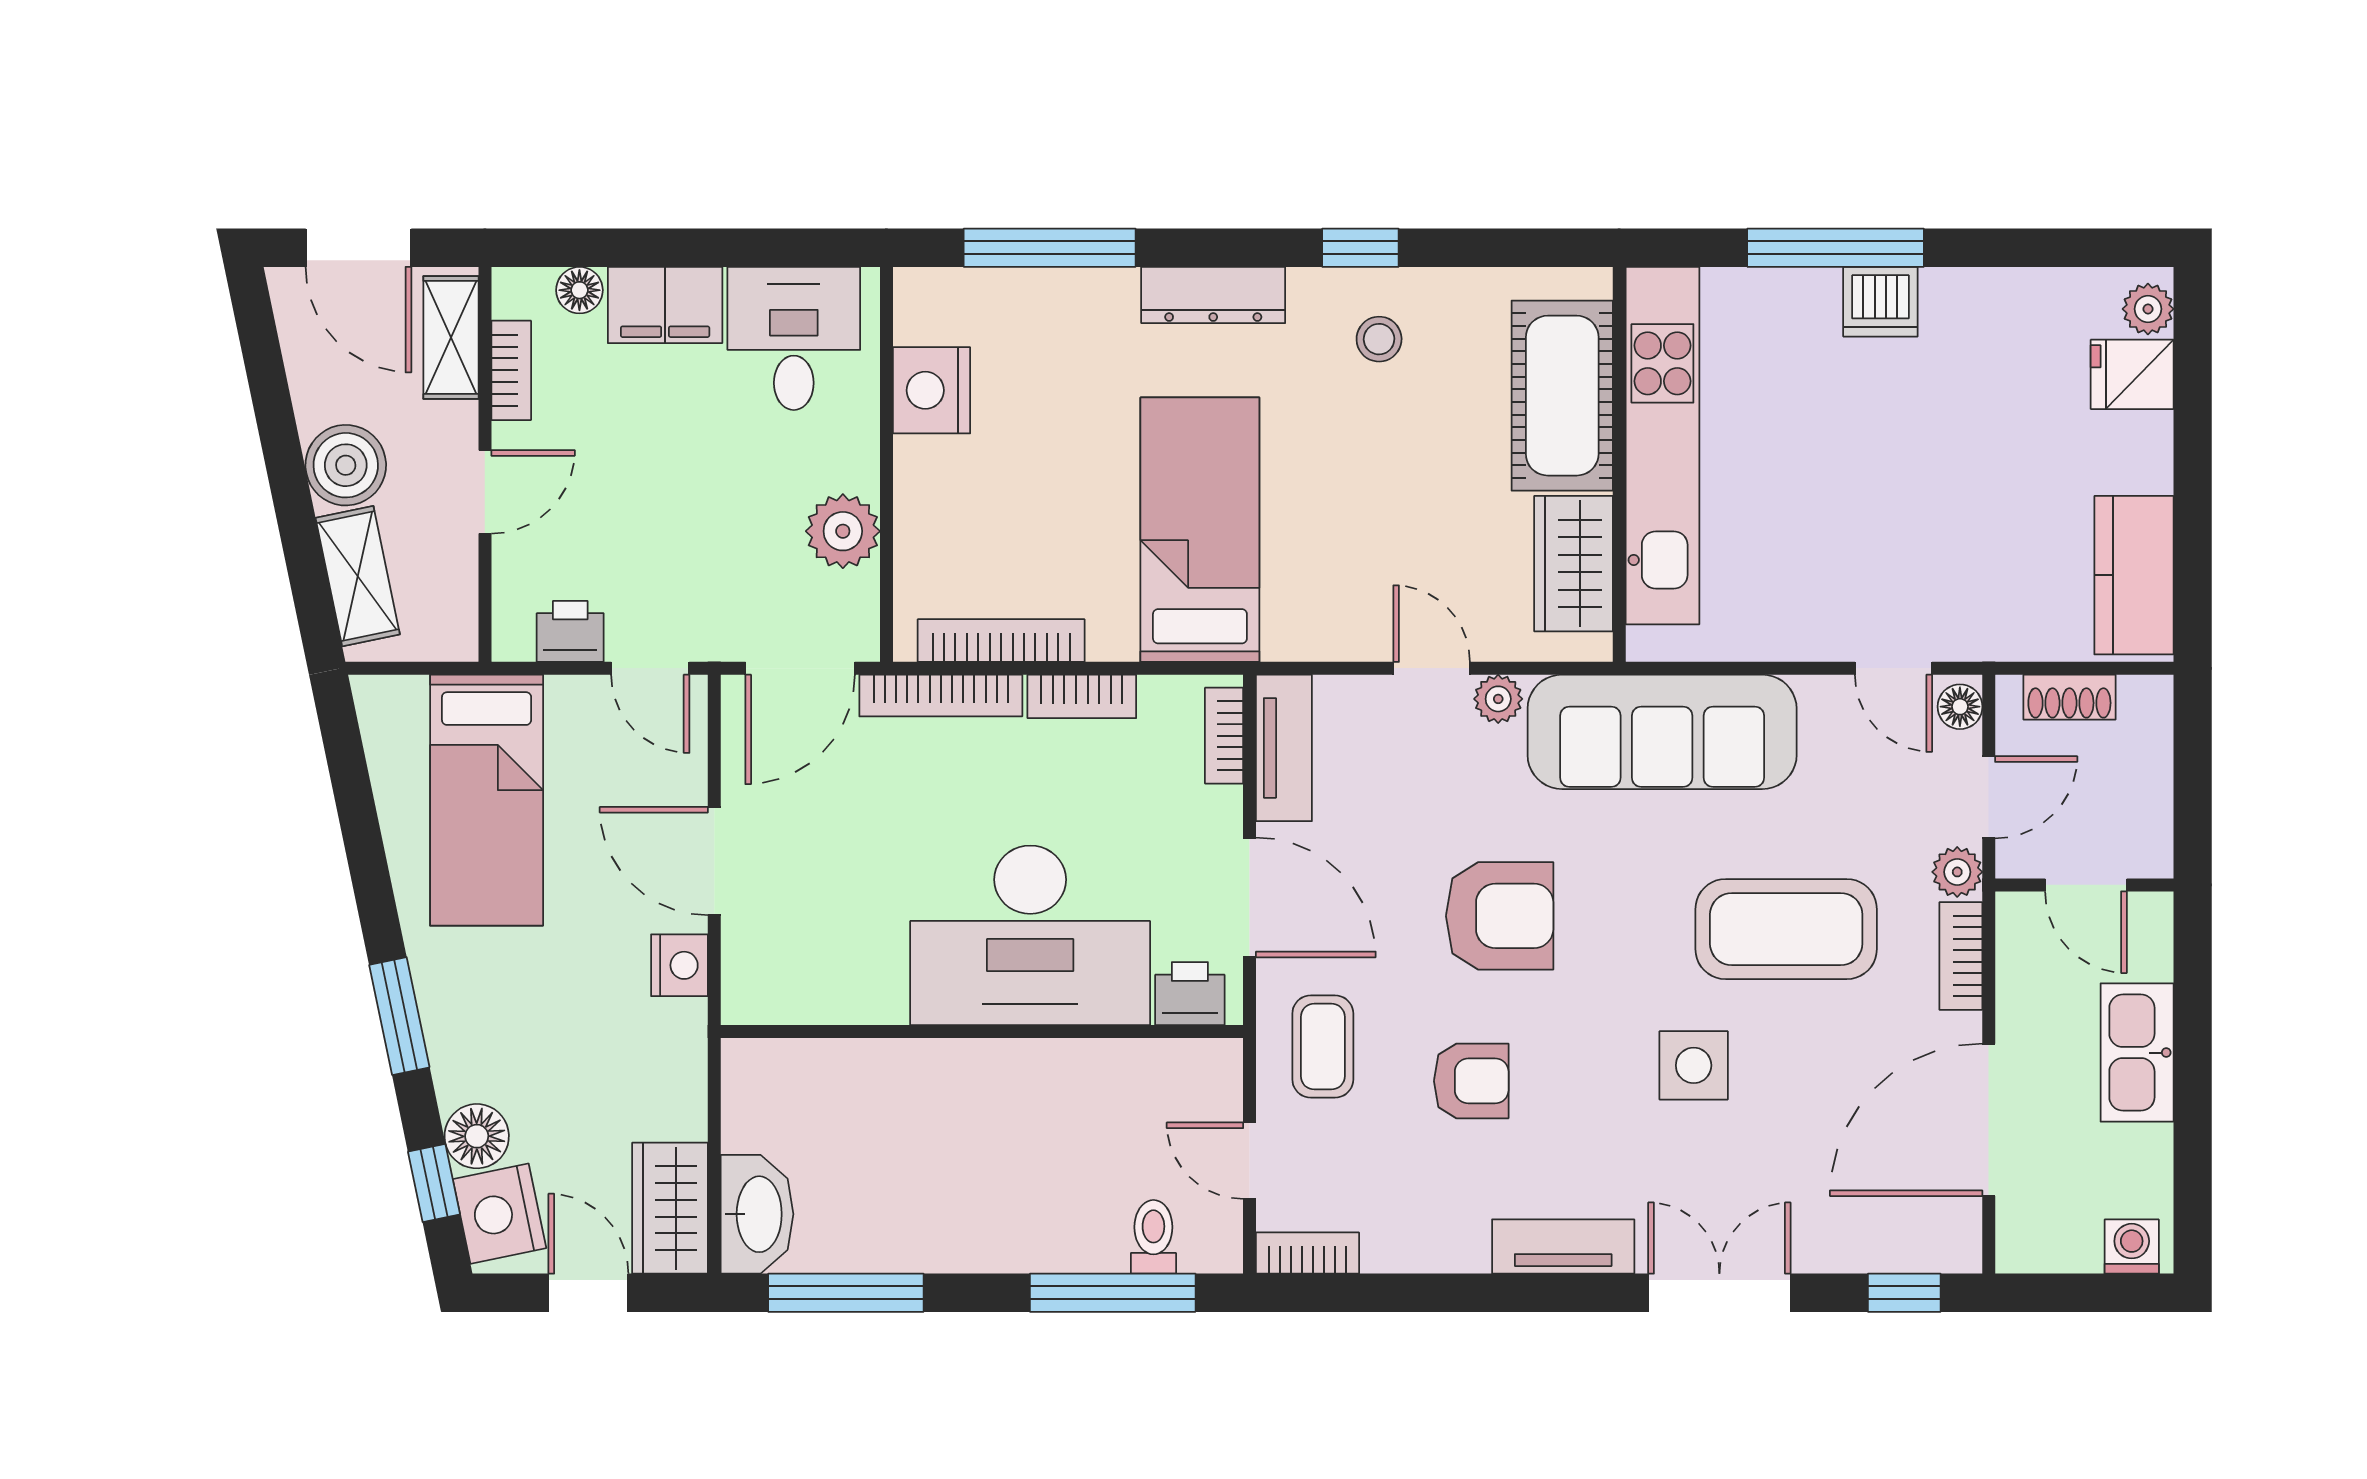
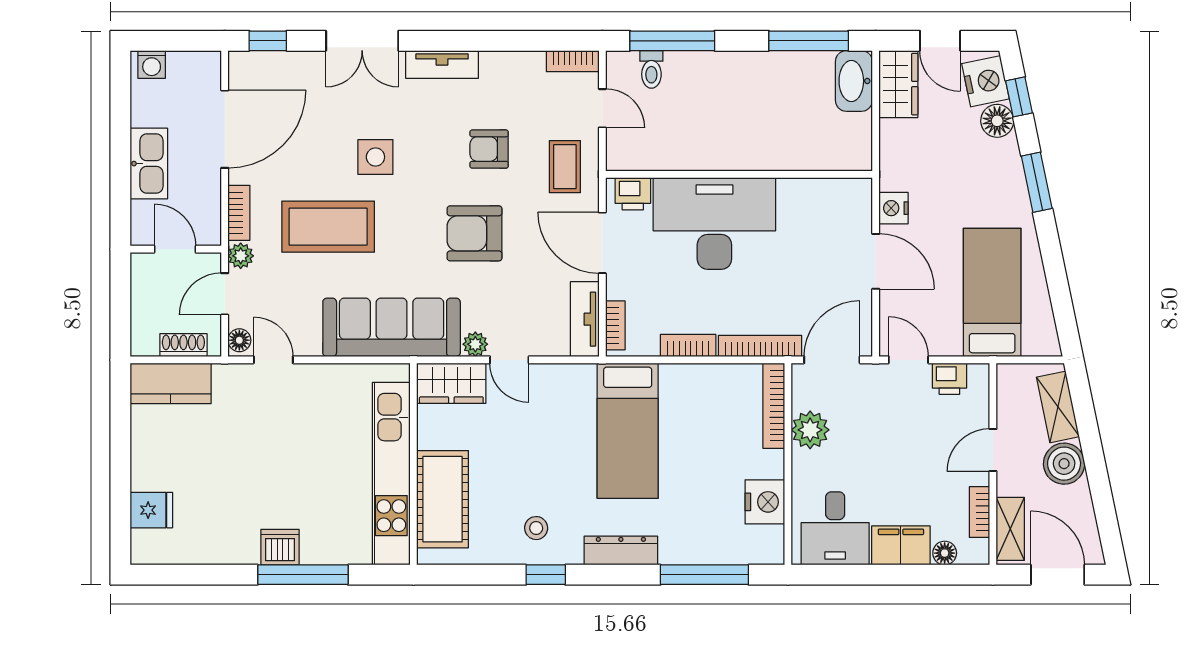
plant: (2148, 309) -> (143, 543), removed
wardrobe: (1573, 564) -> (451, 383), moved, turned 90
kitchen counter: (2134, 575) -> (171, 383), moved, turned 90
bookcase: (1001, 641) -> (774, 406), moved, turned 90

